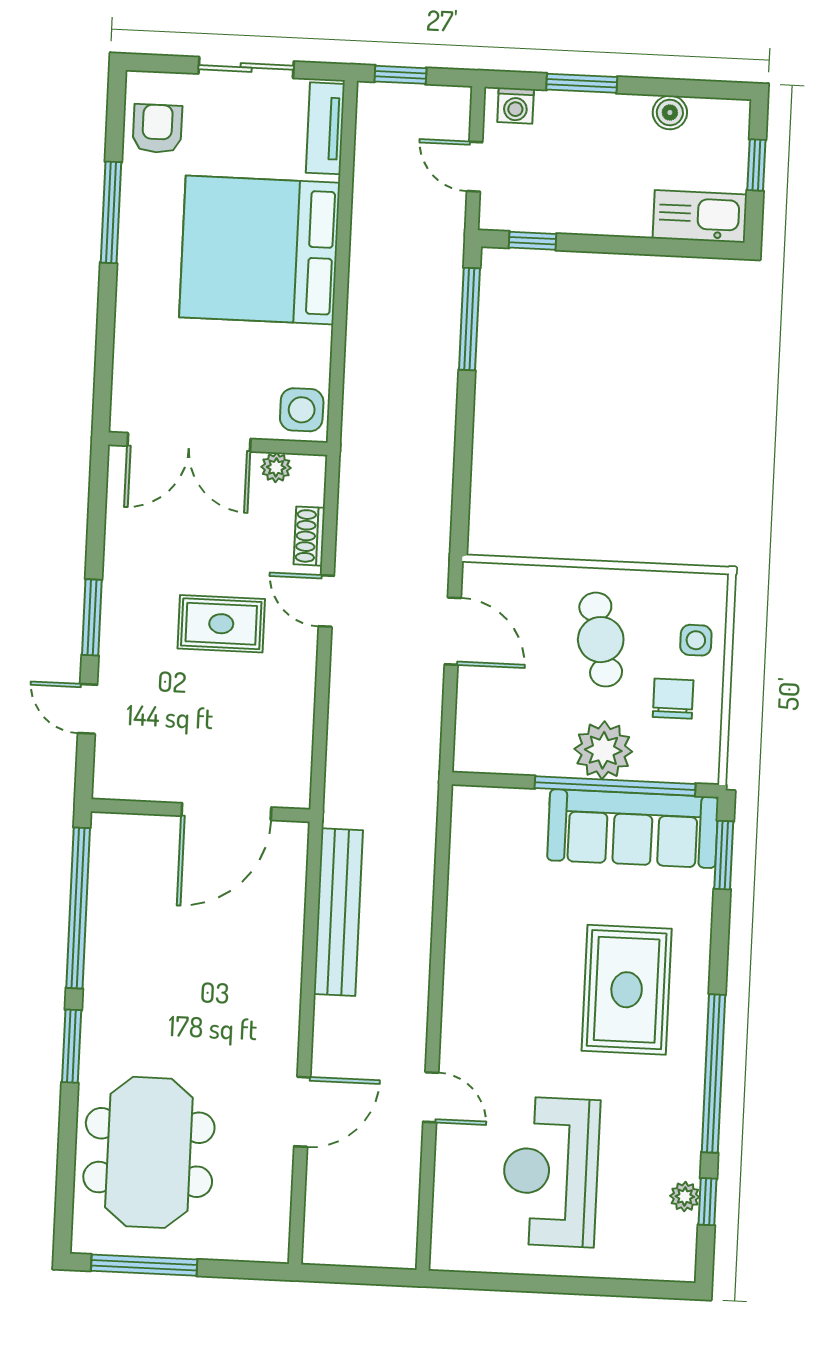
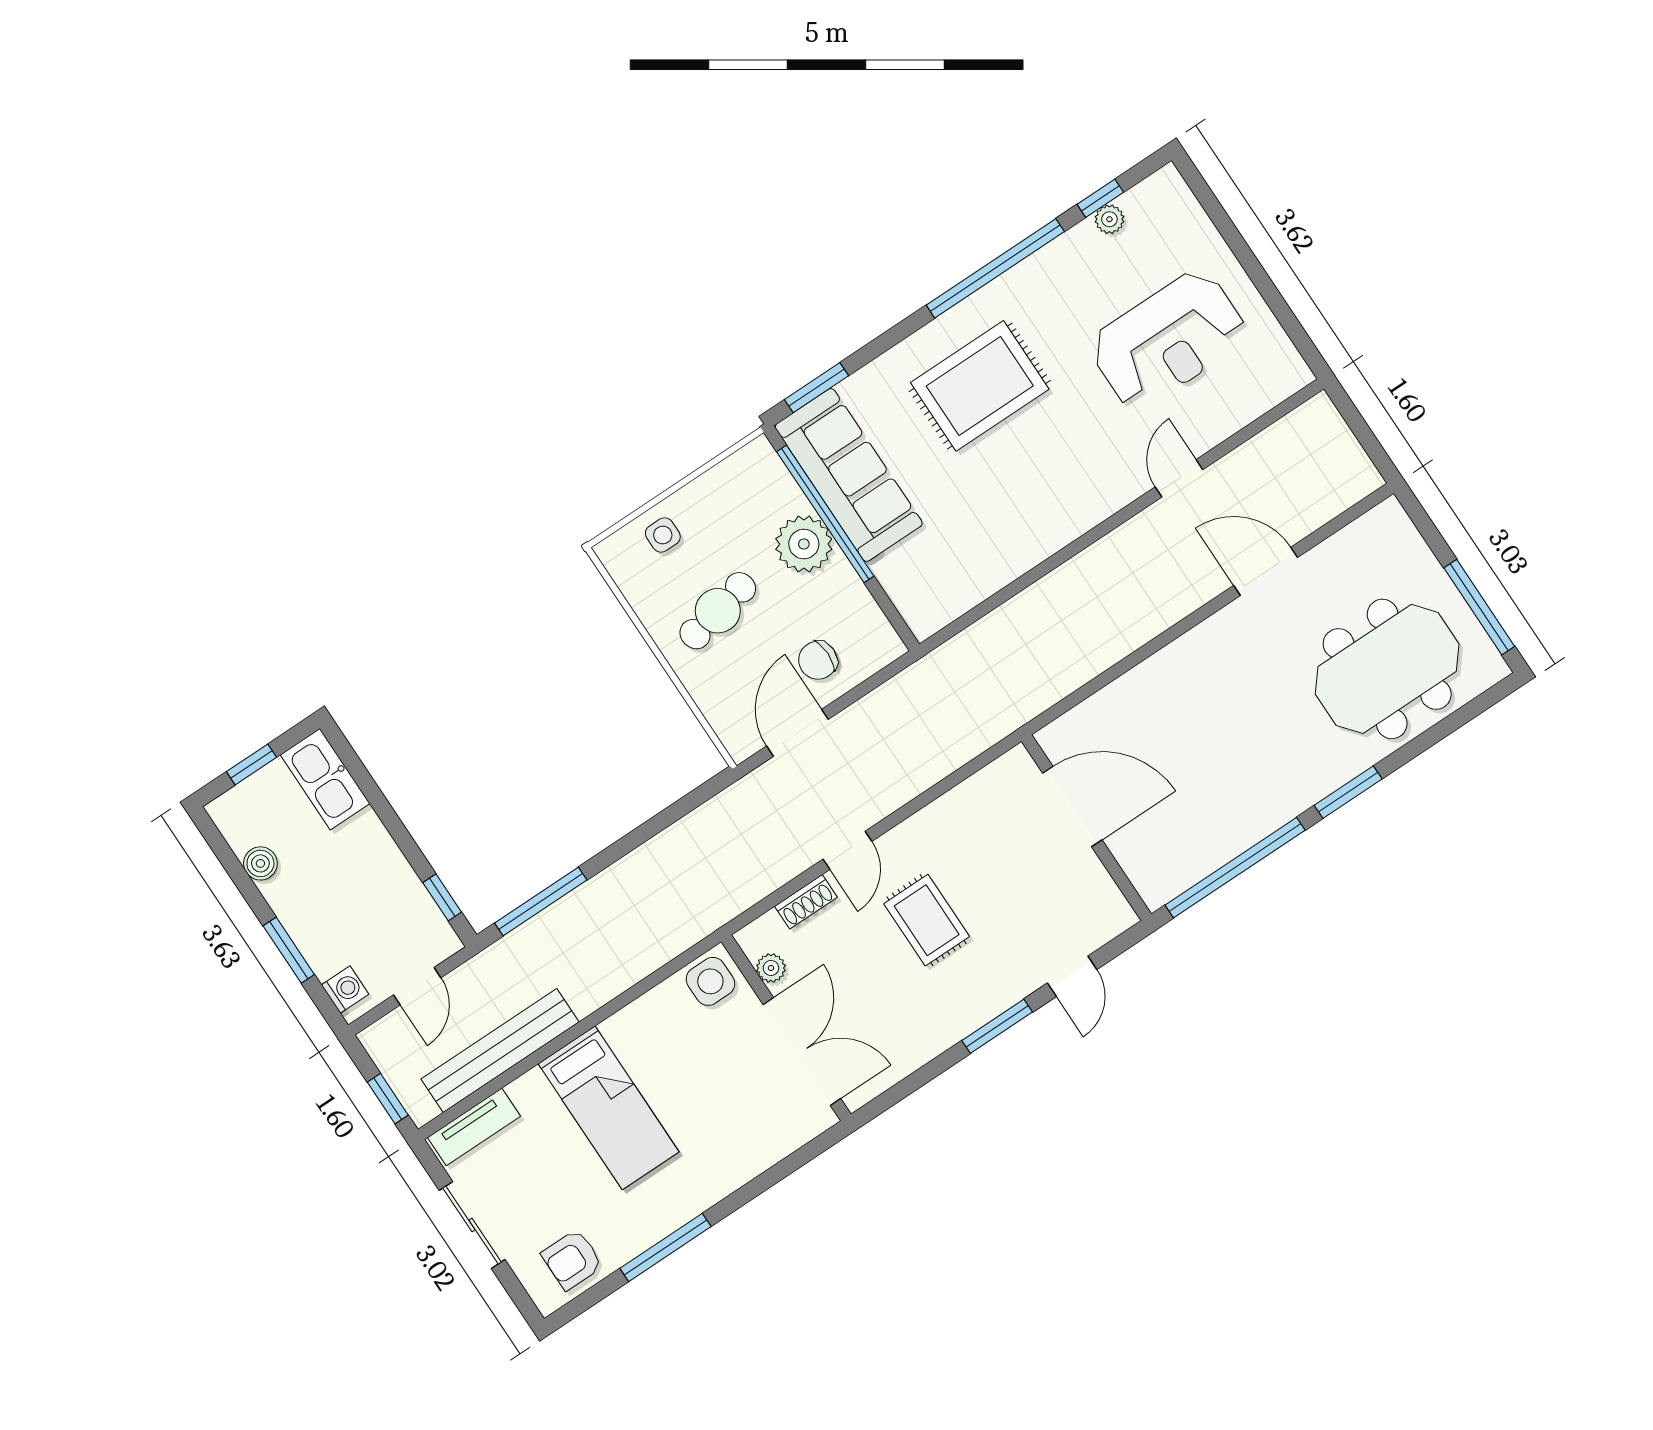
bed: (260, 250) -> (609, 1108), width x0.49
chair: (673, 699) -> (818, 660), moved
bench: (338, 912) -> (500, 1051), moved

